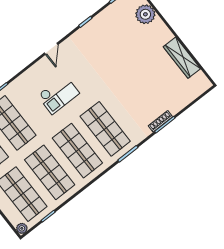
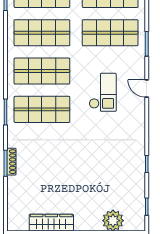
door: (51, 49) -> (147, 88), moved
checkout: (58, 94) -> (103, 92), turned 180

